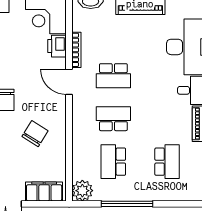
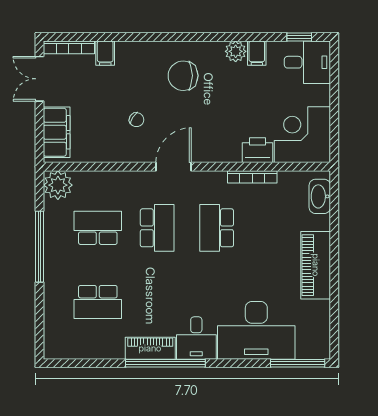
door: (69, 82) -> (174, 167), moved
chair: (35, 134) -> (137, 120), width x0.54, depth x0.54

